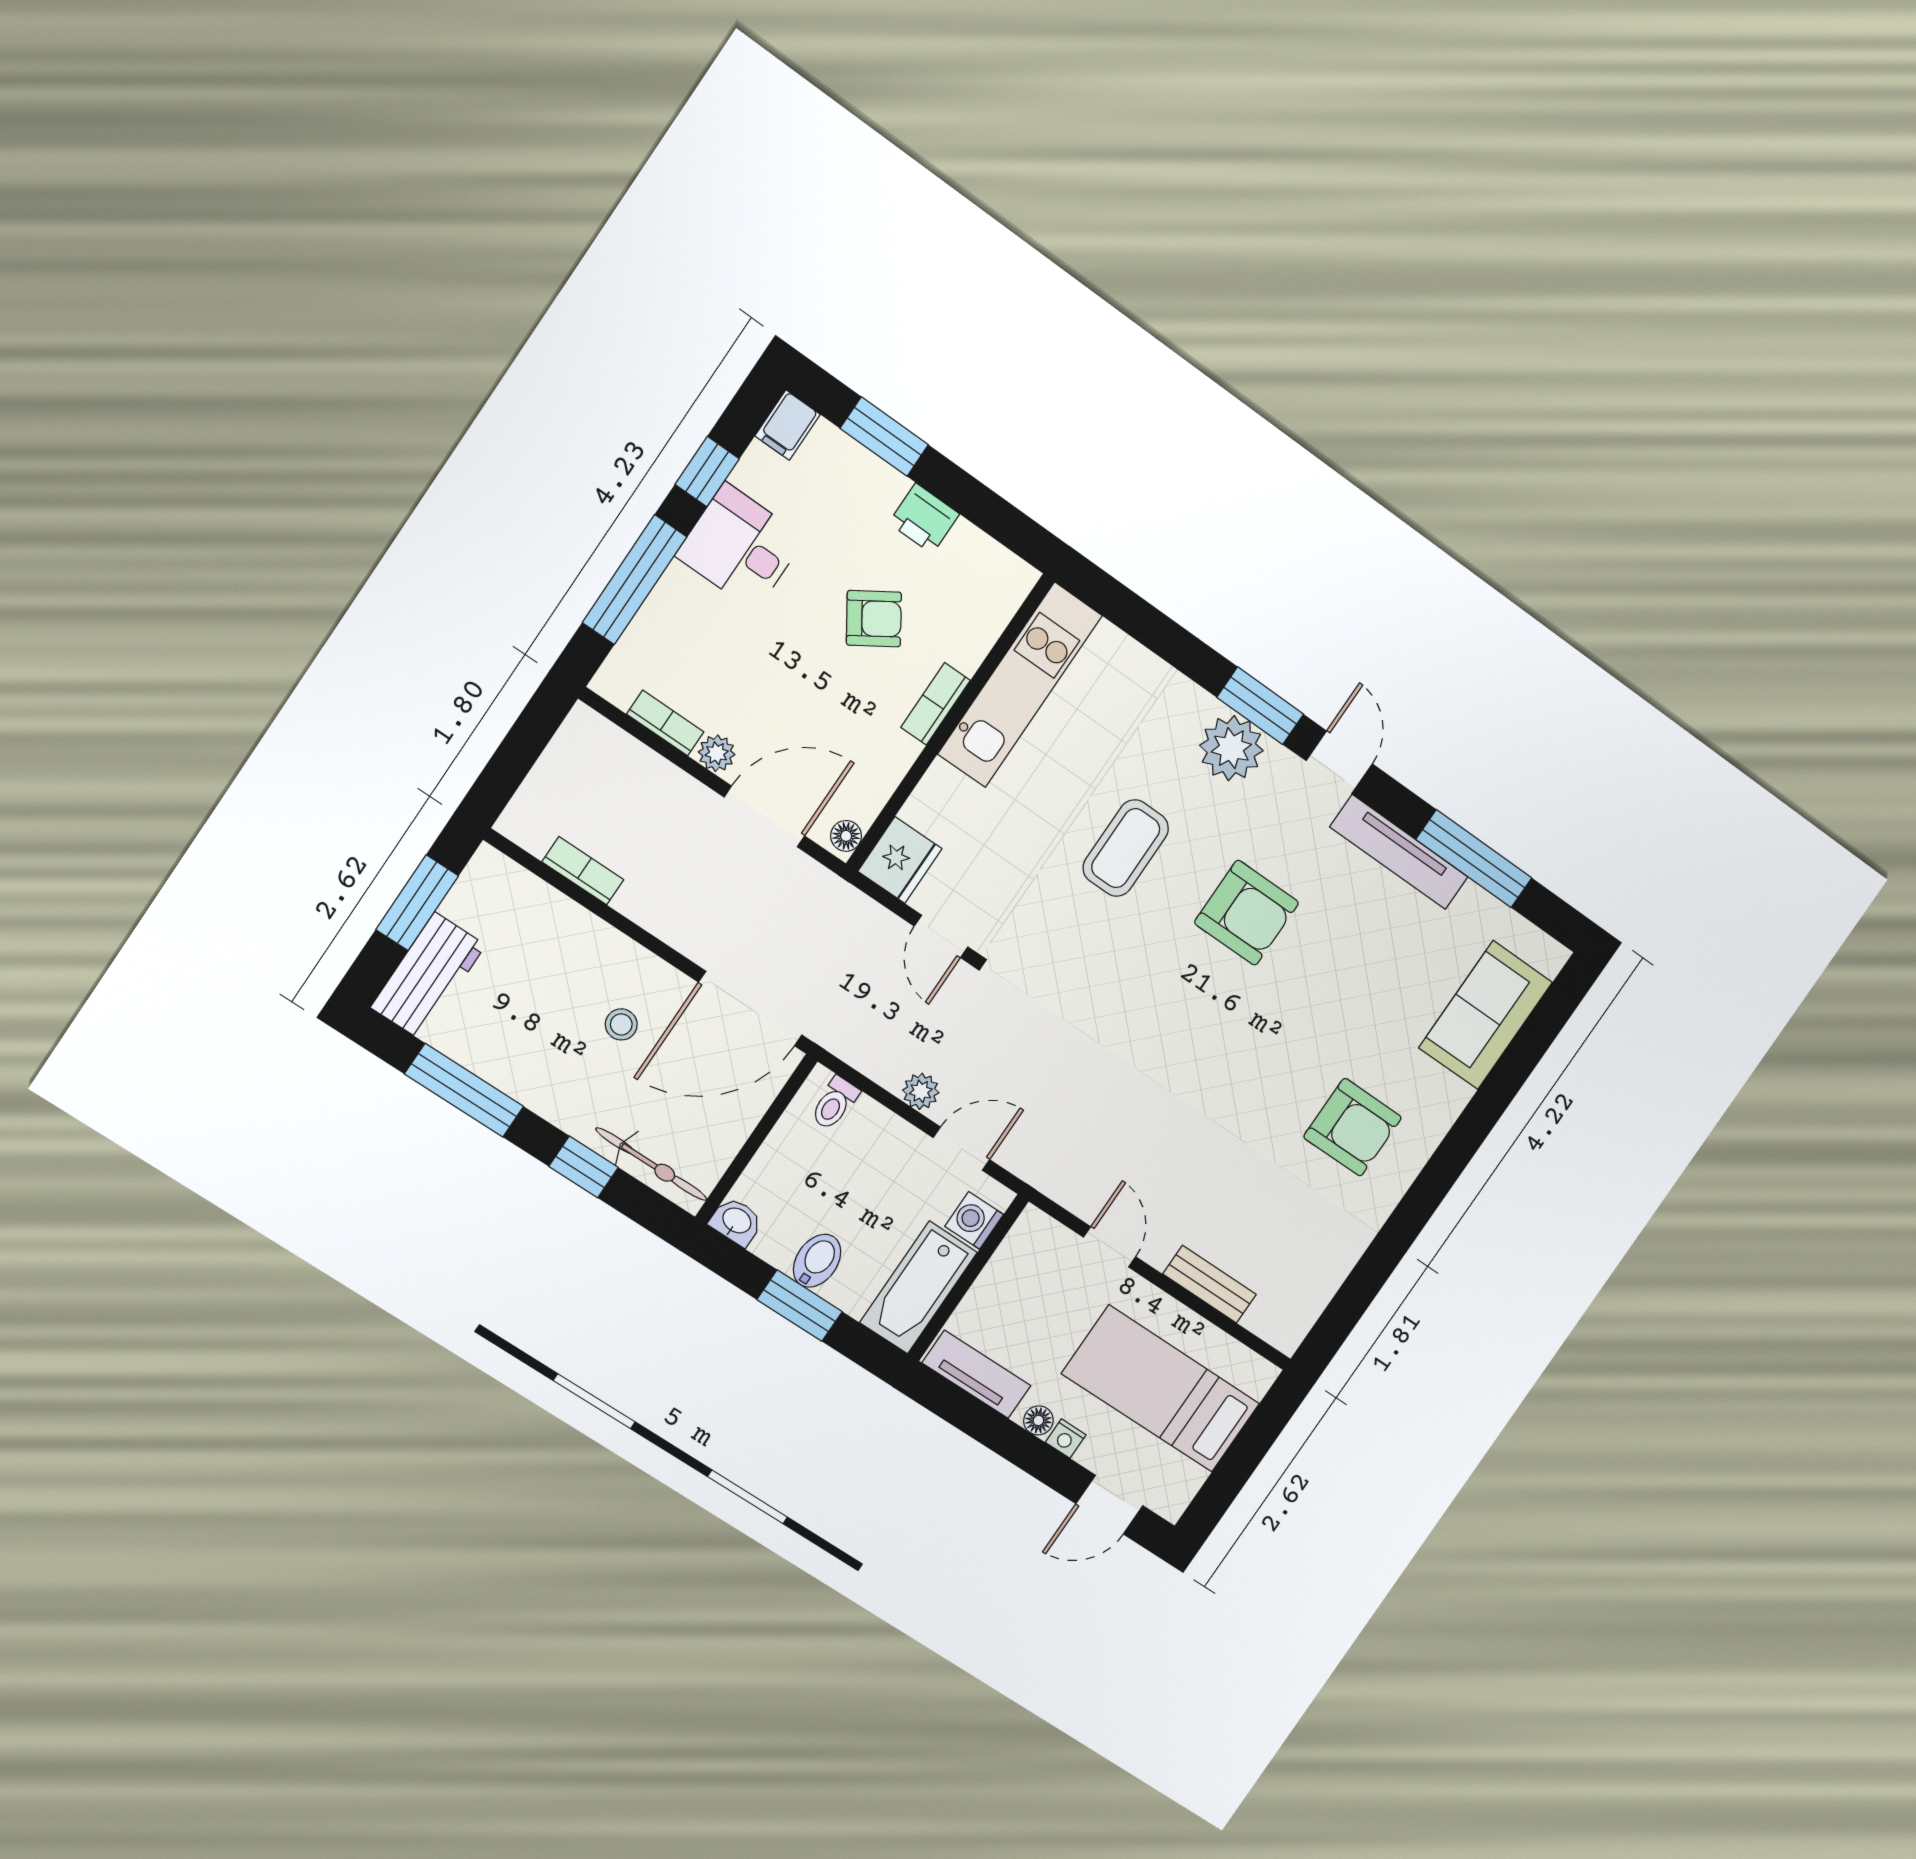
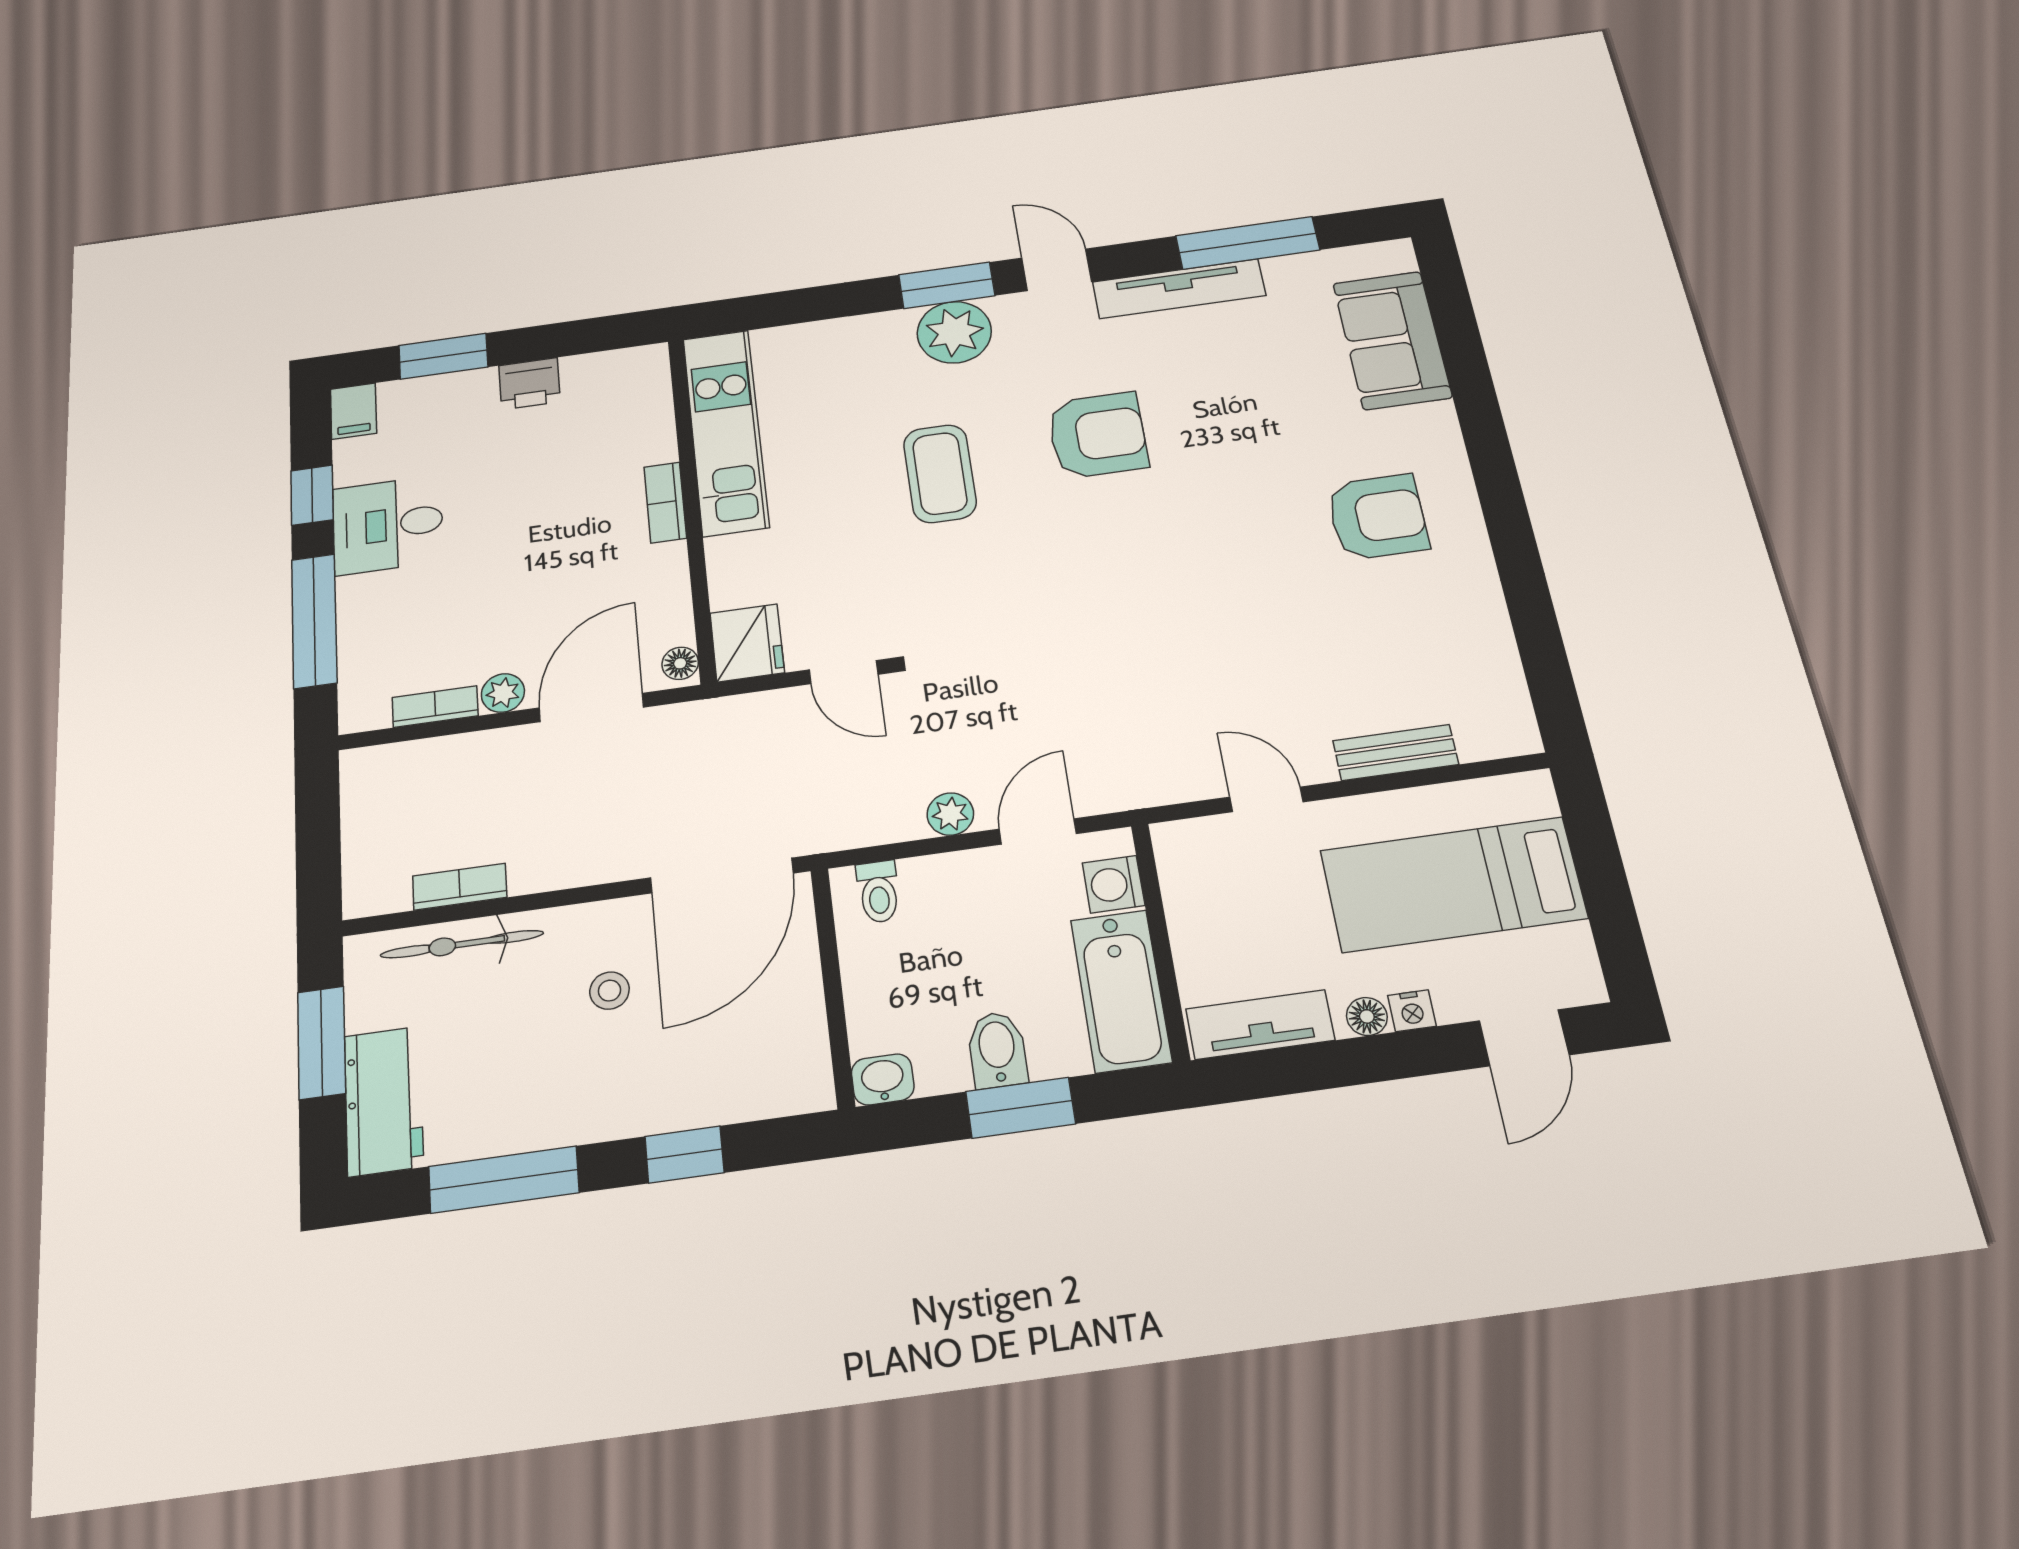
armchair: (874, 619) -> (552, 485), removed
bicycle: (651, 1164) -> (462, 944), moved, turned 180

